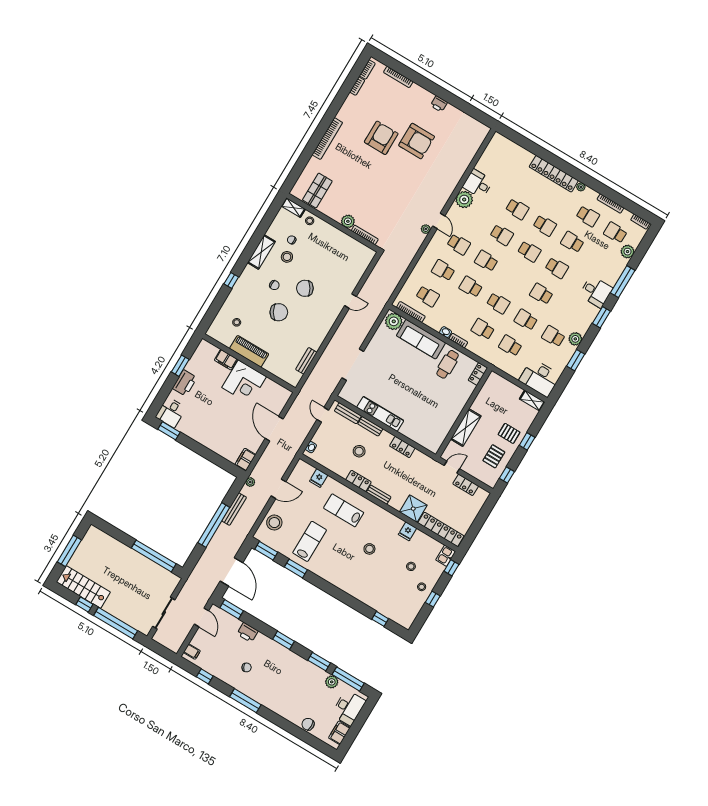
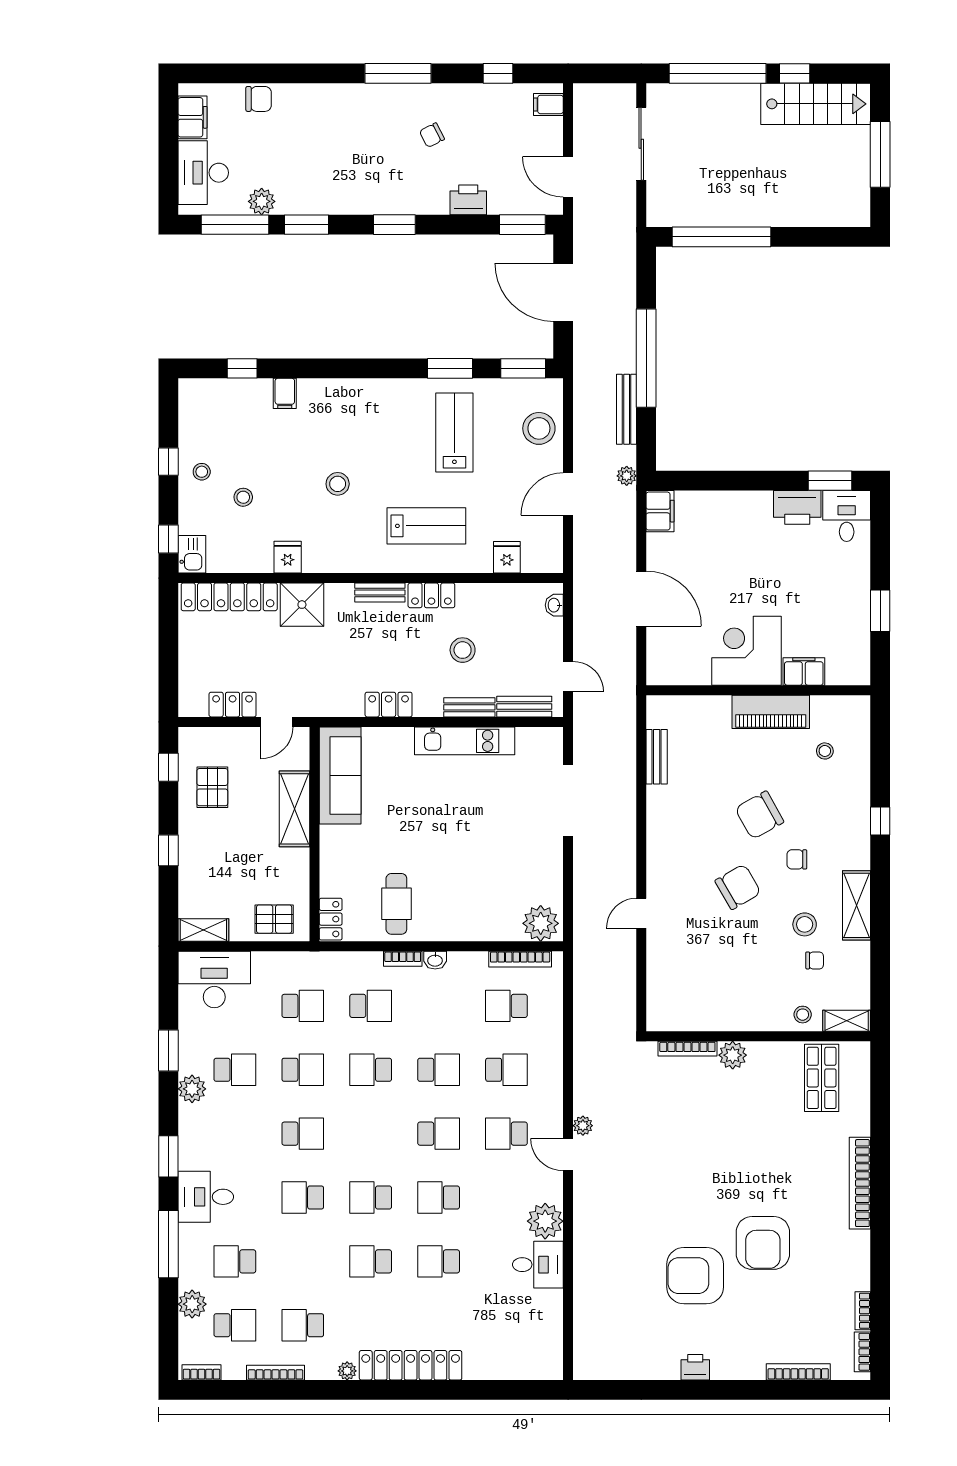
school desk: (572, 242) -> (235, 1261), moved, turned 180
sofa: (421, 339) -> (340, 775), moved, turned 90
printer: (185, 383) -> (797, 507), moved, turned -90
pallet: (509, 433) -> (274, 919), moved
lab bench: (310, 541) -> (454, 433), turned 180
filing cabinet: (369, 598) -> (285, 393), added

